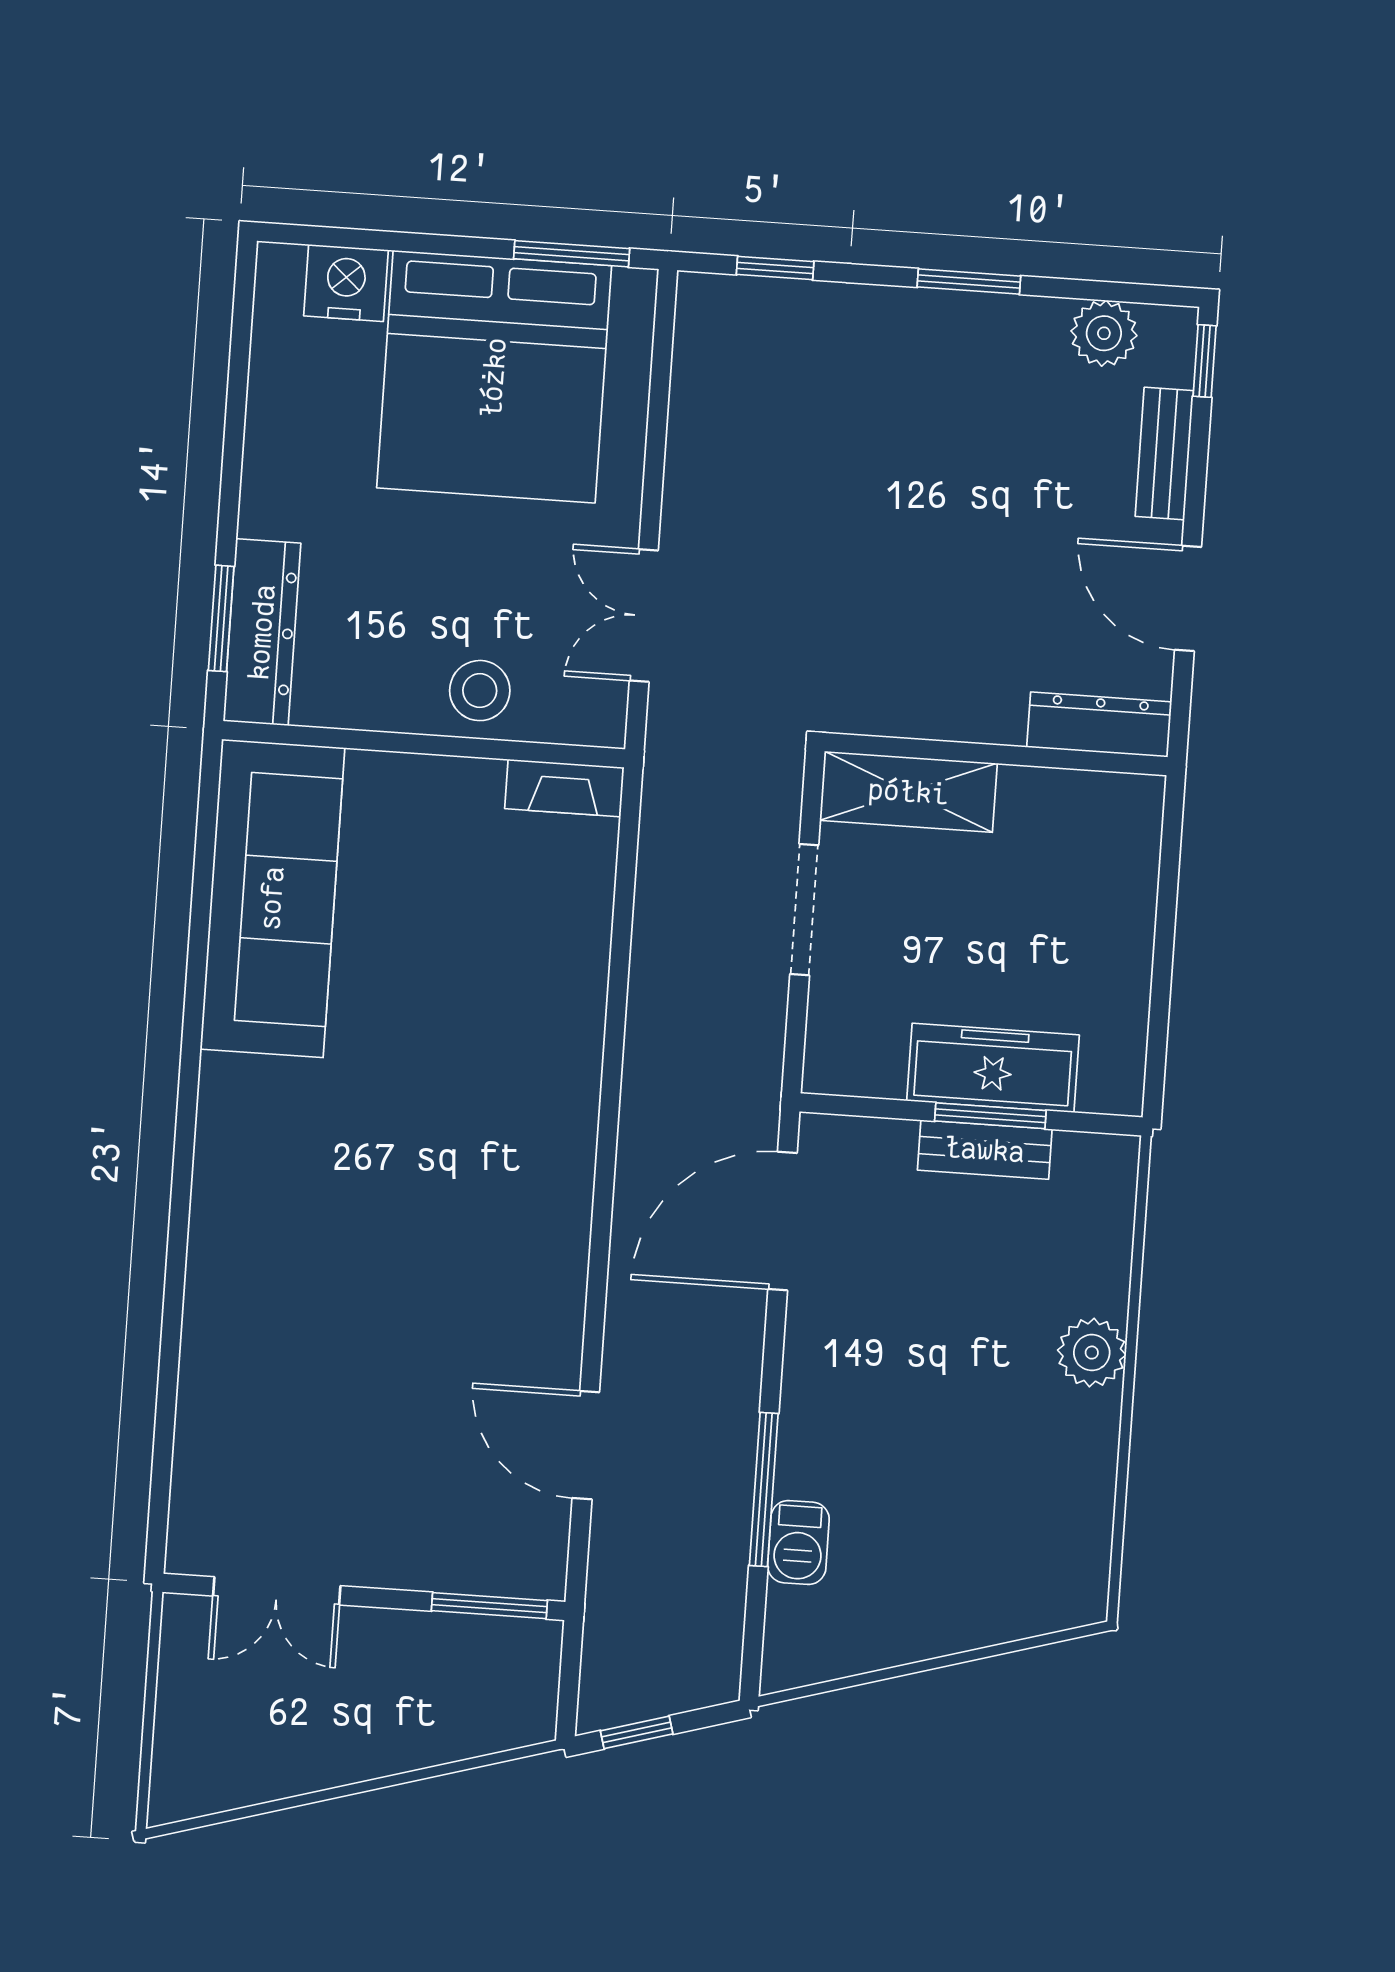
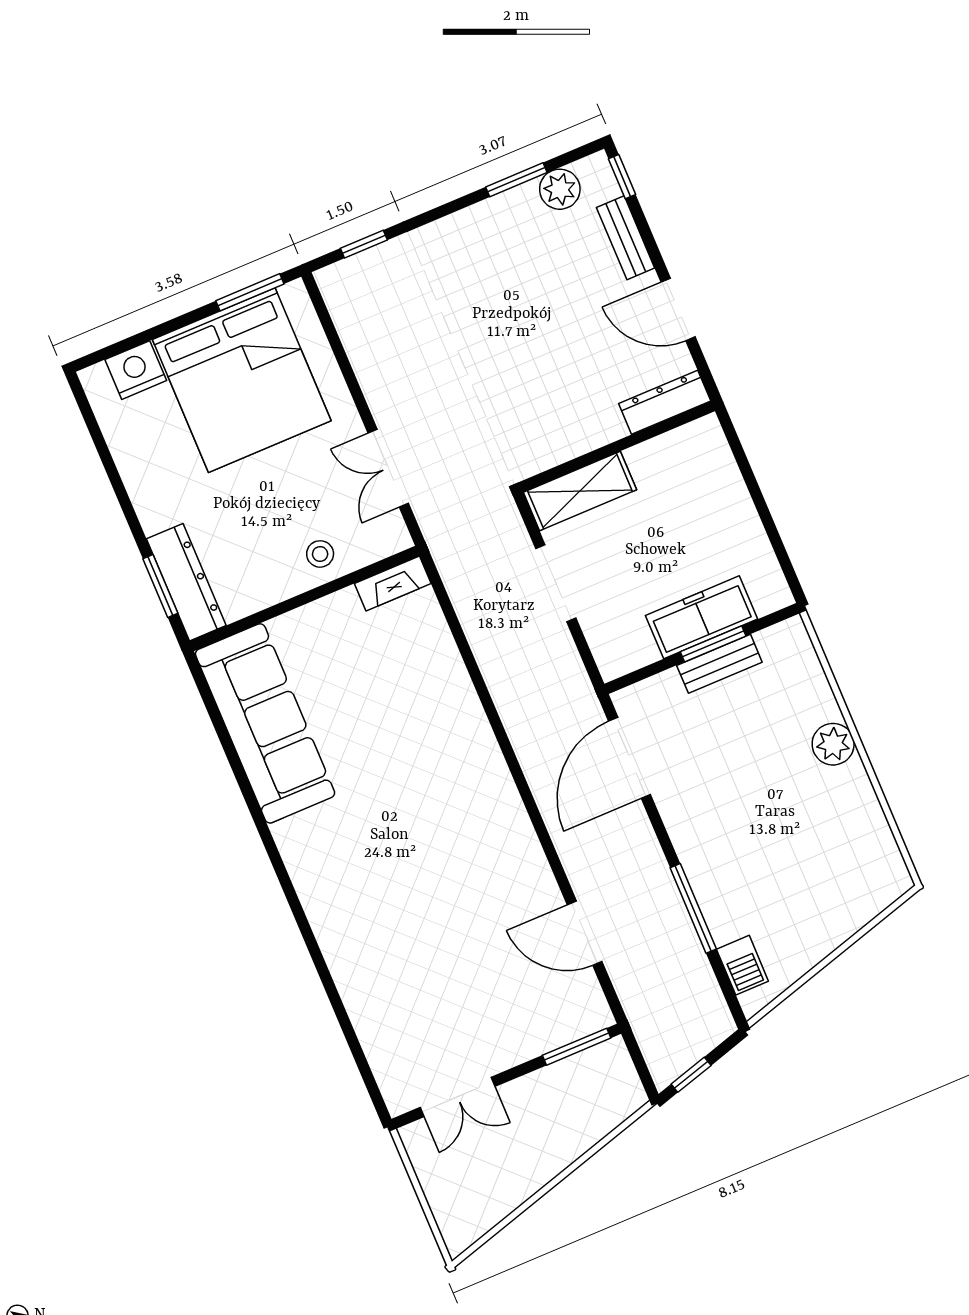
window: (969, 282) -> (516, 180), moved
stool: (480, 691) -> (320, 554), width x0.73, depth x0.73
barbecue: (798, 1543) -> (742, 965), moved

